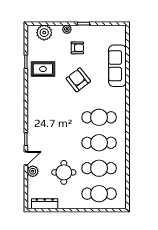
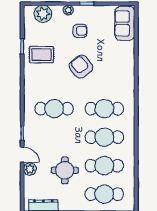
sofa: (117, 66) -> (125, 23), moved, width x0.73
cafe table: (54, 117) -> (54, 109), added
door: (26, 158) -> (22, 155), hinge flipped

